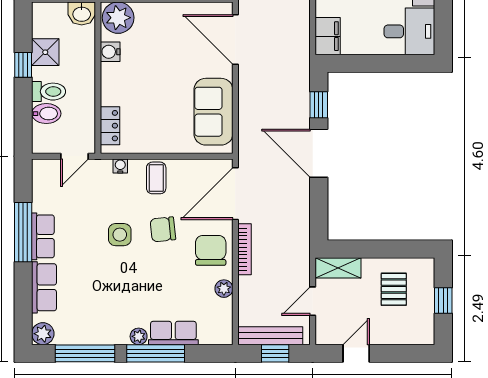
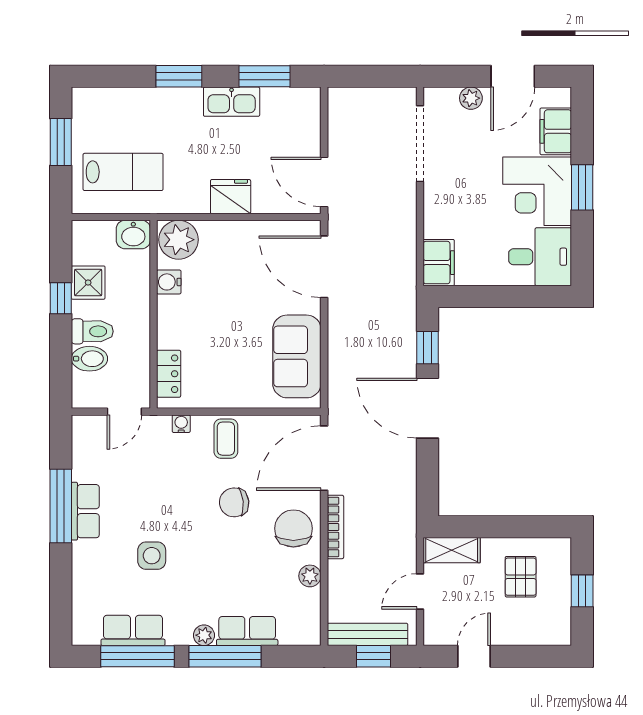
side table: (120, 235) -> (152, 556), moved
row of seats: (44, 287) -> (133, 630), moved, turned -90
plant: (43, 334) -> (85, 632), removed

